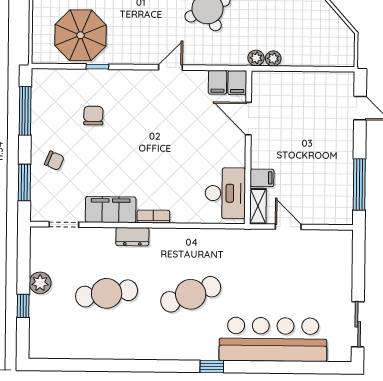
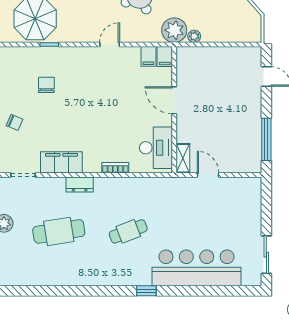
plant: (256, 58) -> (174, 30), width x1.87, depth x1.87
door: (248, 119) -> (174, 100), moved
filing cabinet: (262, 178) -> (186, 135), removed
bookcase: (153, 217) -> (115, 168), moved
cafe table: (191, 294) -> (128, 231), width x0.73, depth x0.74

